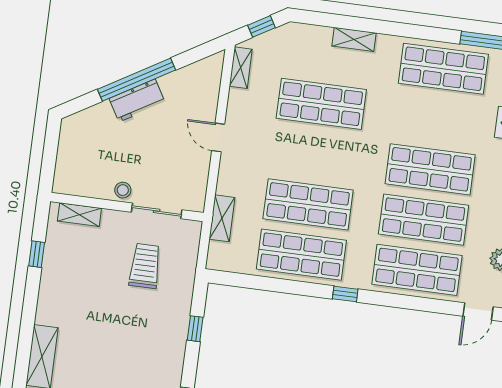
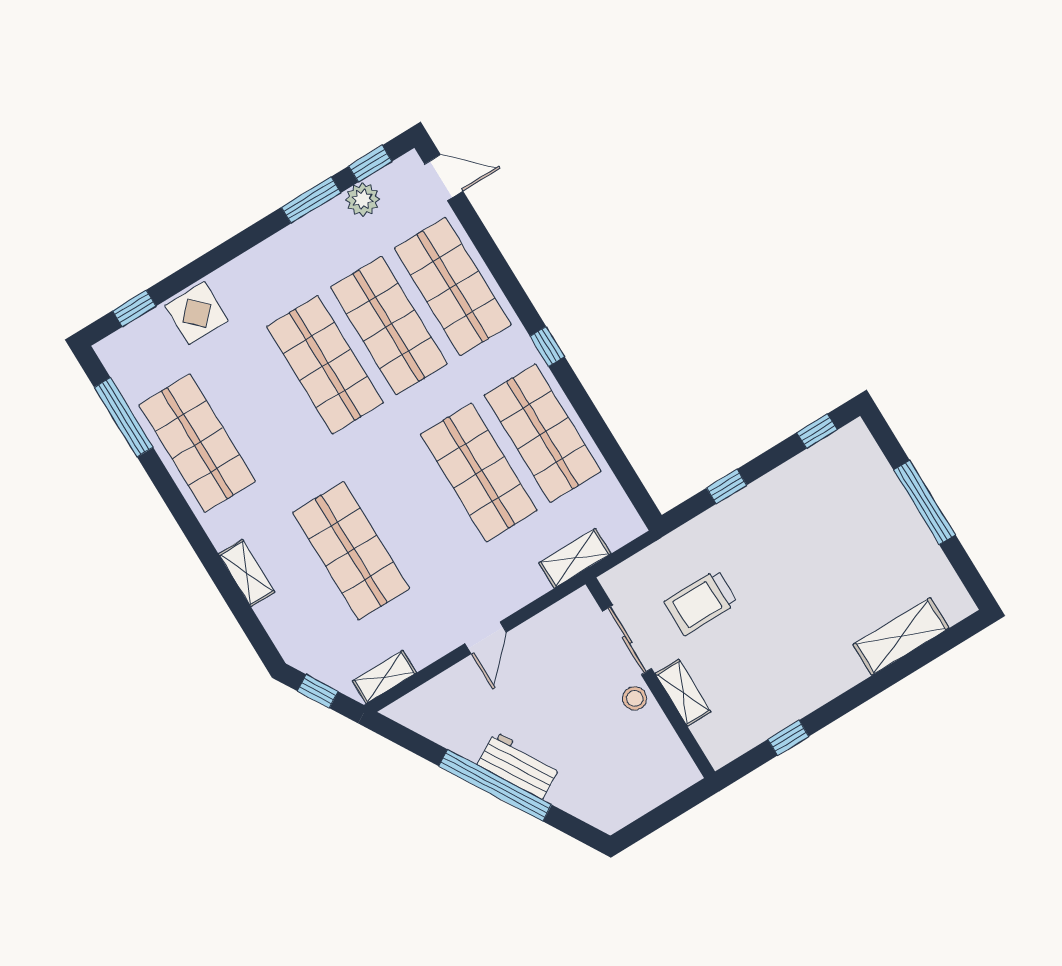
shelving: (79, 215) -> (683, 693), moved

